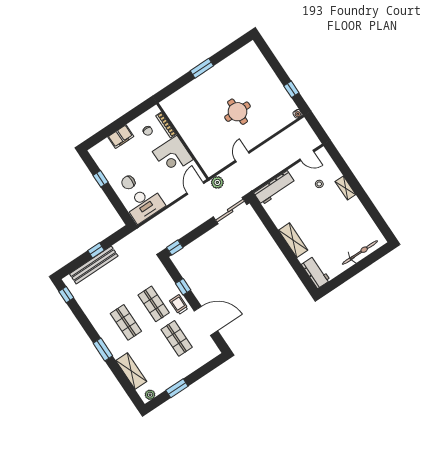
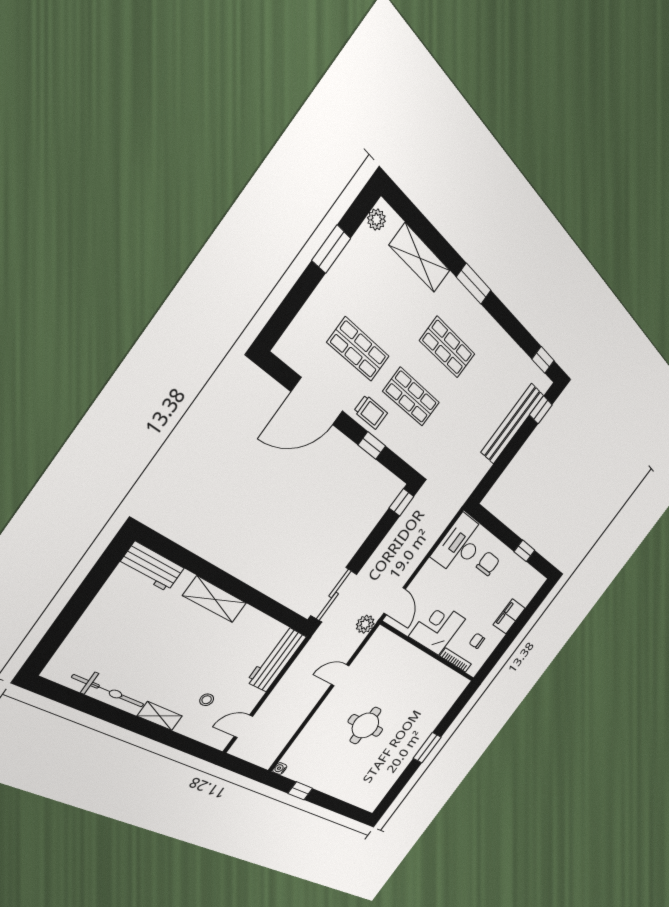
door: (242, 157) -> (340, 675), swing flipped
window: (96, 250) -> (541, 410), moved
bicycle: (360, 252) -> (108, 691), moved, turned -90

